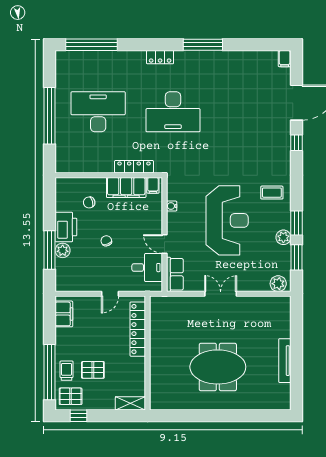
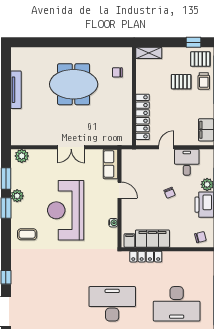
chair: (89, 202) -> (200, 237), moved
desk: (147, 268) -> (187, 162), moved, turned 90
chair: (167, 381) -> (117, 72), added

